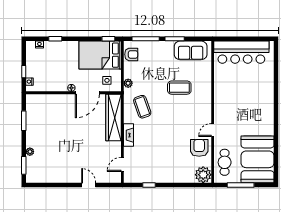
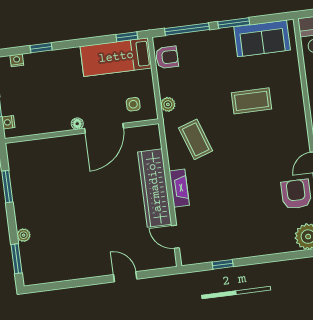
bed: (100, 55) -> (116, 57), width x0.67
wardrobe: (114, 117) -> (155, 188), moved
door: (122, 164) -> (175, 237), hinge flipped

